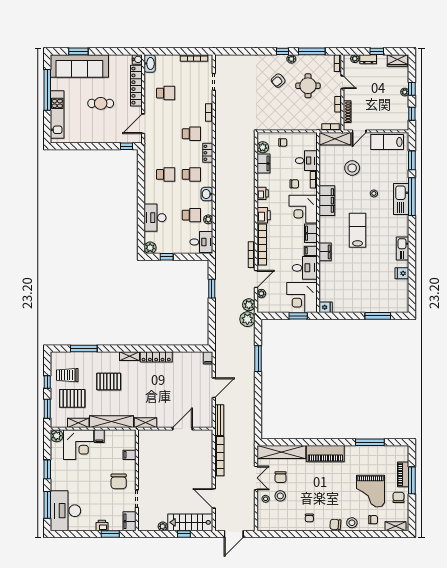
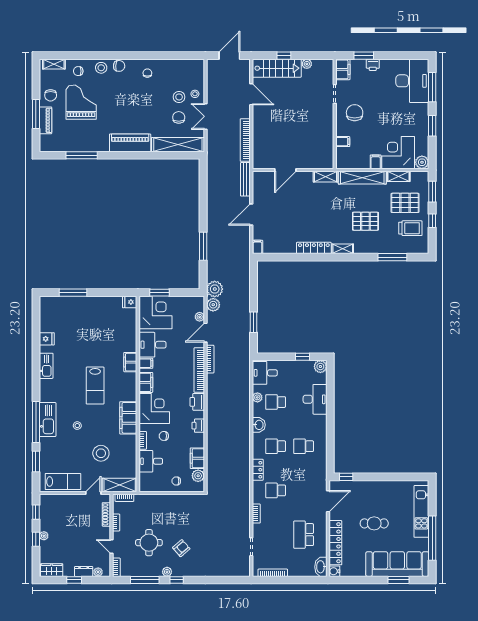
school desk: (166, 93) -> (304, 535), width x1.85

